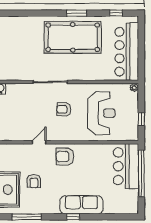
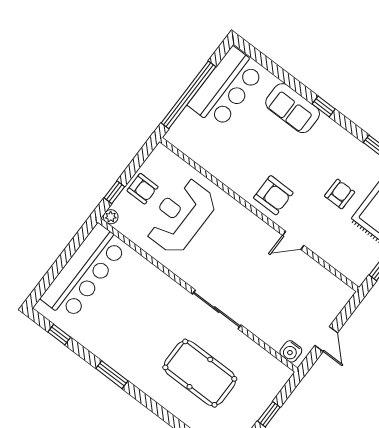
pool table: (73, 37) -> (200, 373), moved, width x0.73, depth x0.76
armchair: (64, 109) -> (143, 189), moved
window: (141, 119) -> (114, 192), moved
bar counter: (126, 166) -> (226, 88), moved
sofa: (81, 205) -> (293, 108), width x0.73

